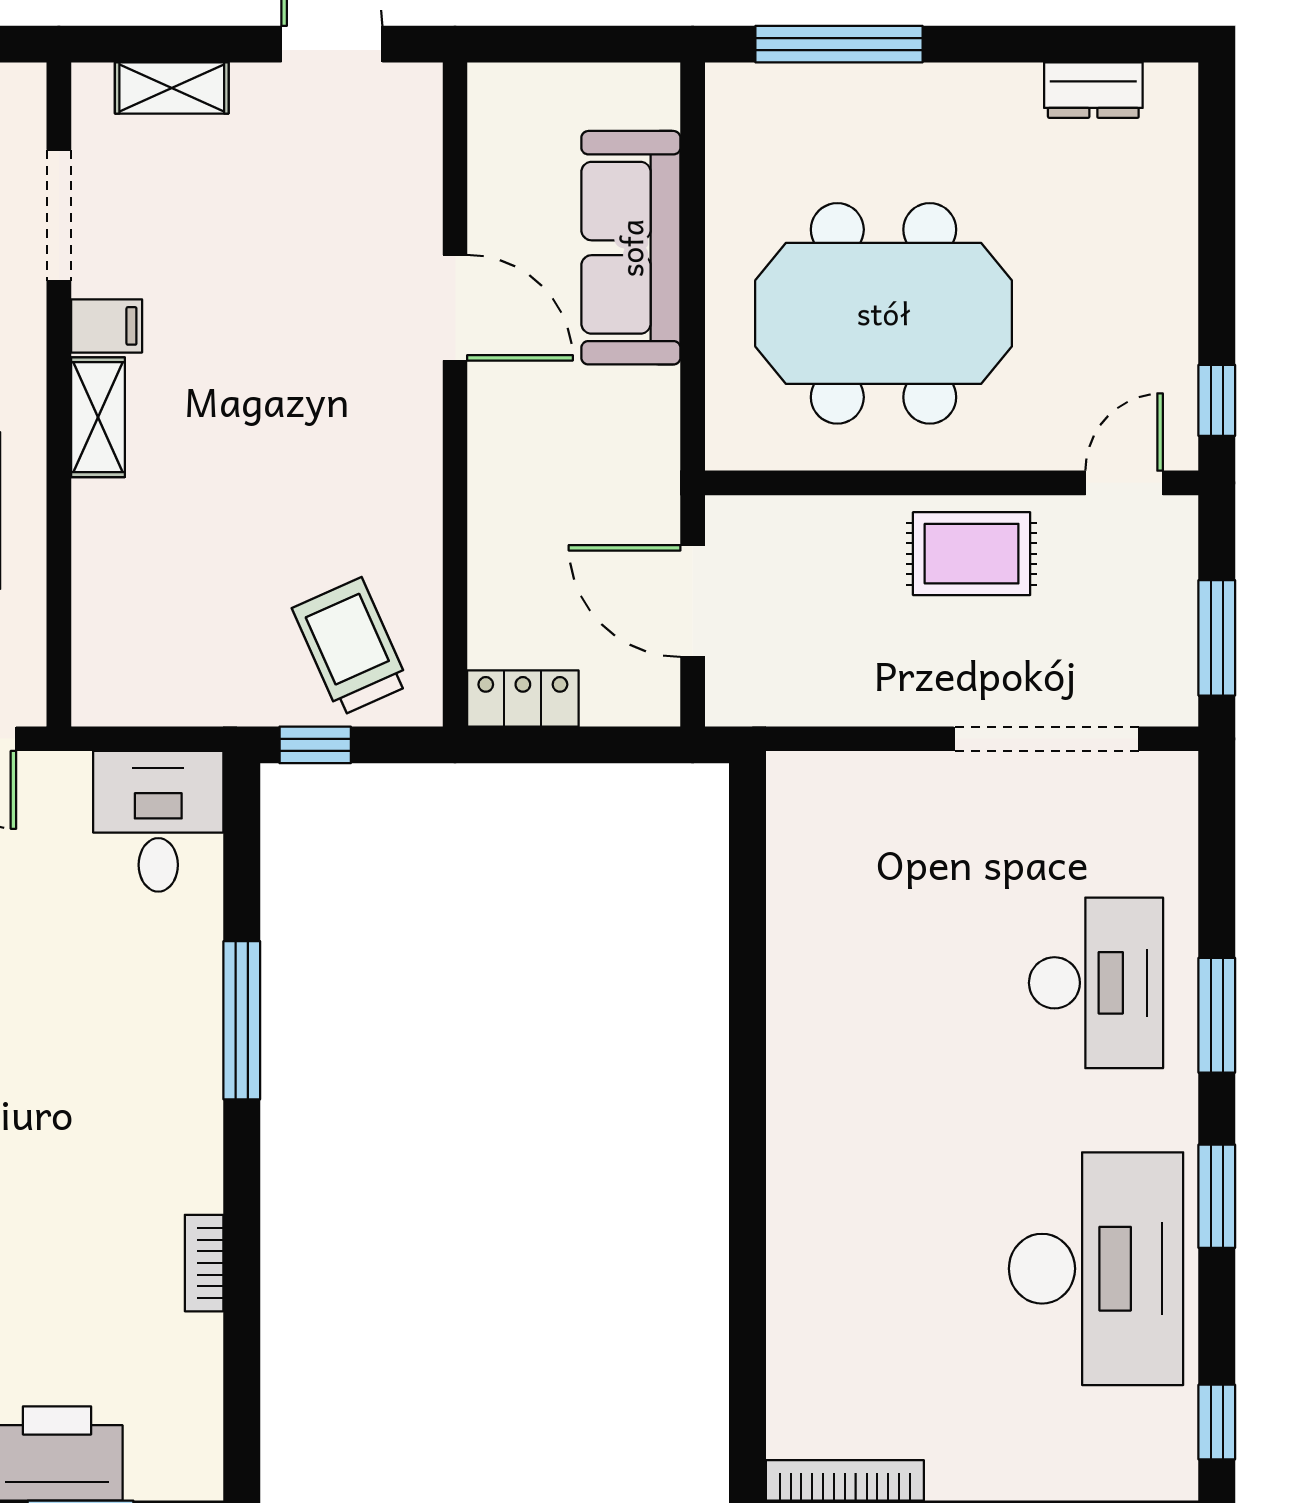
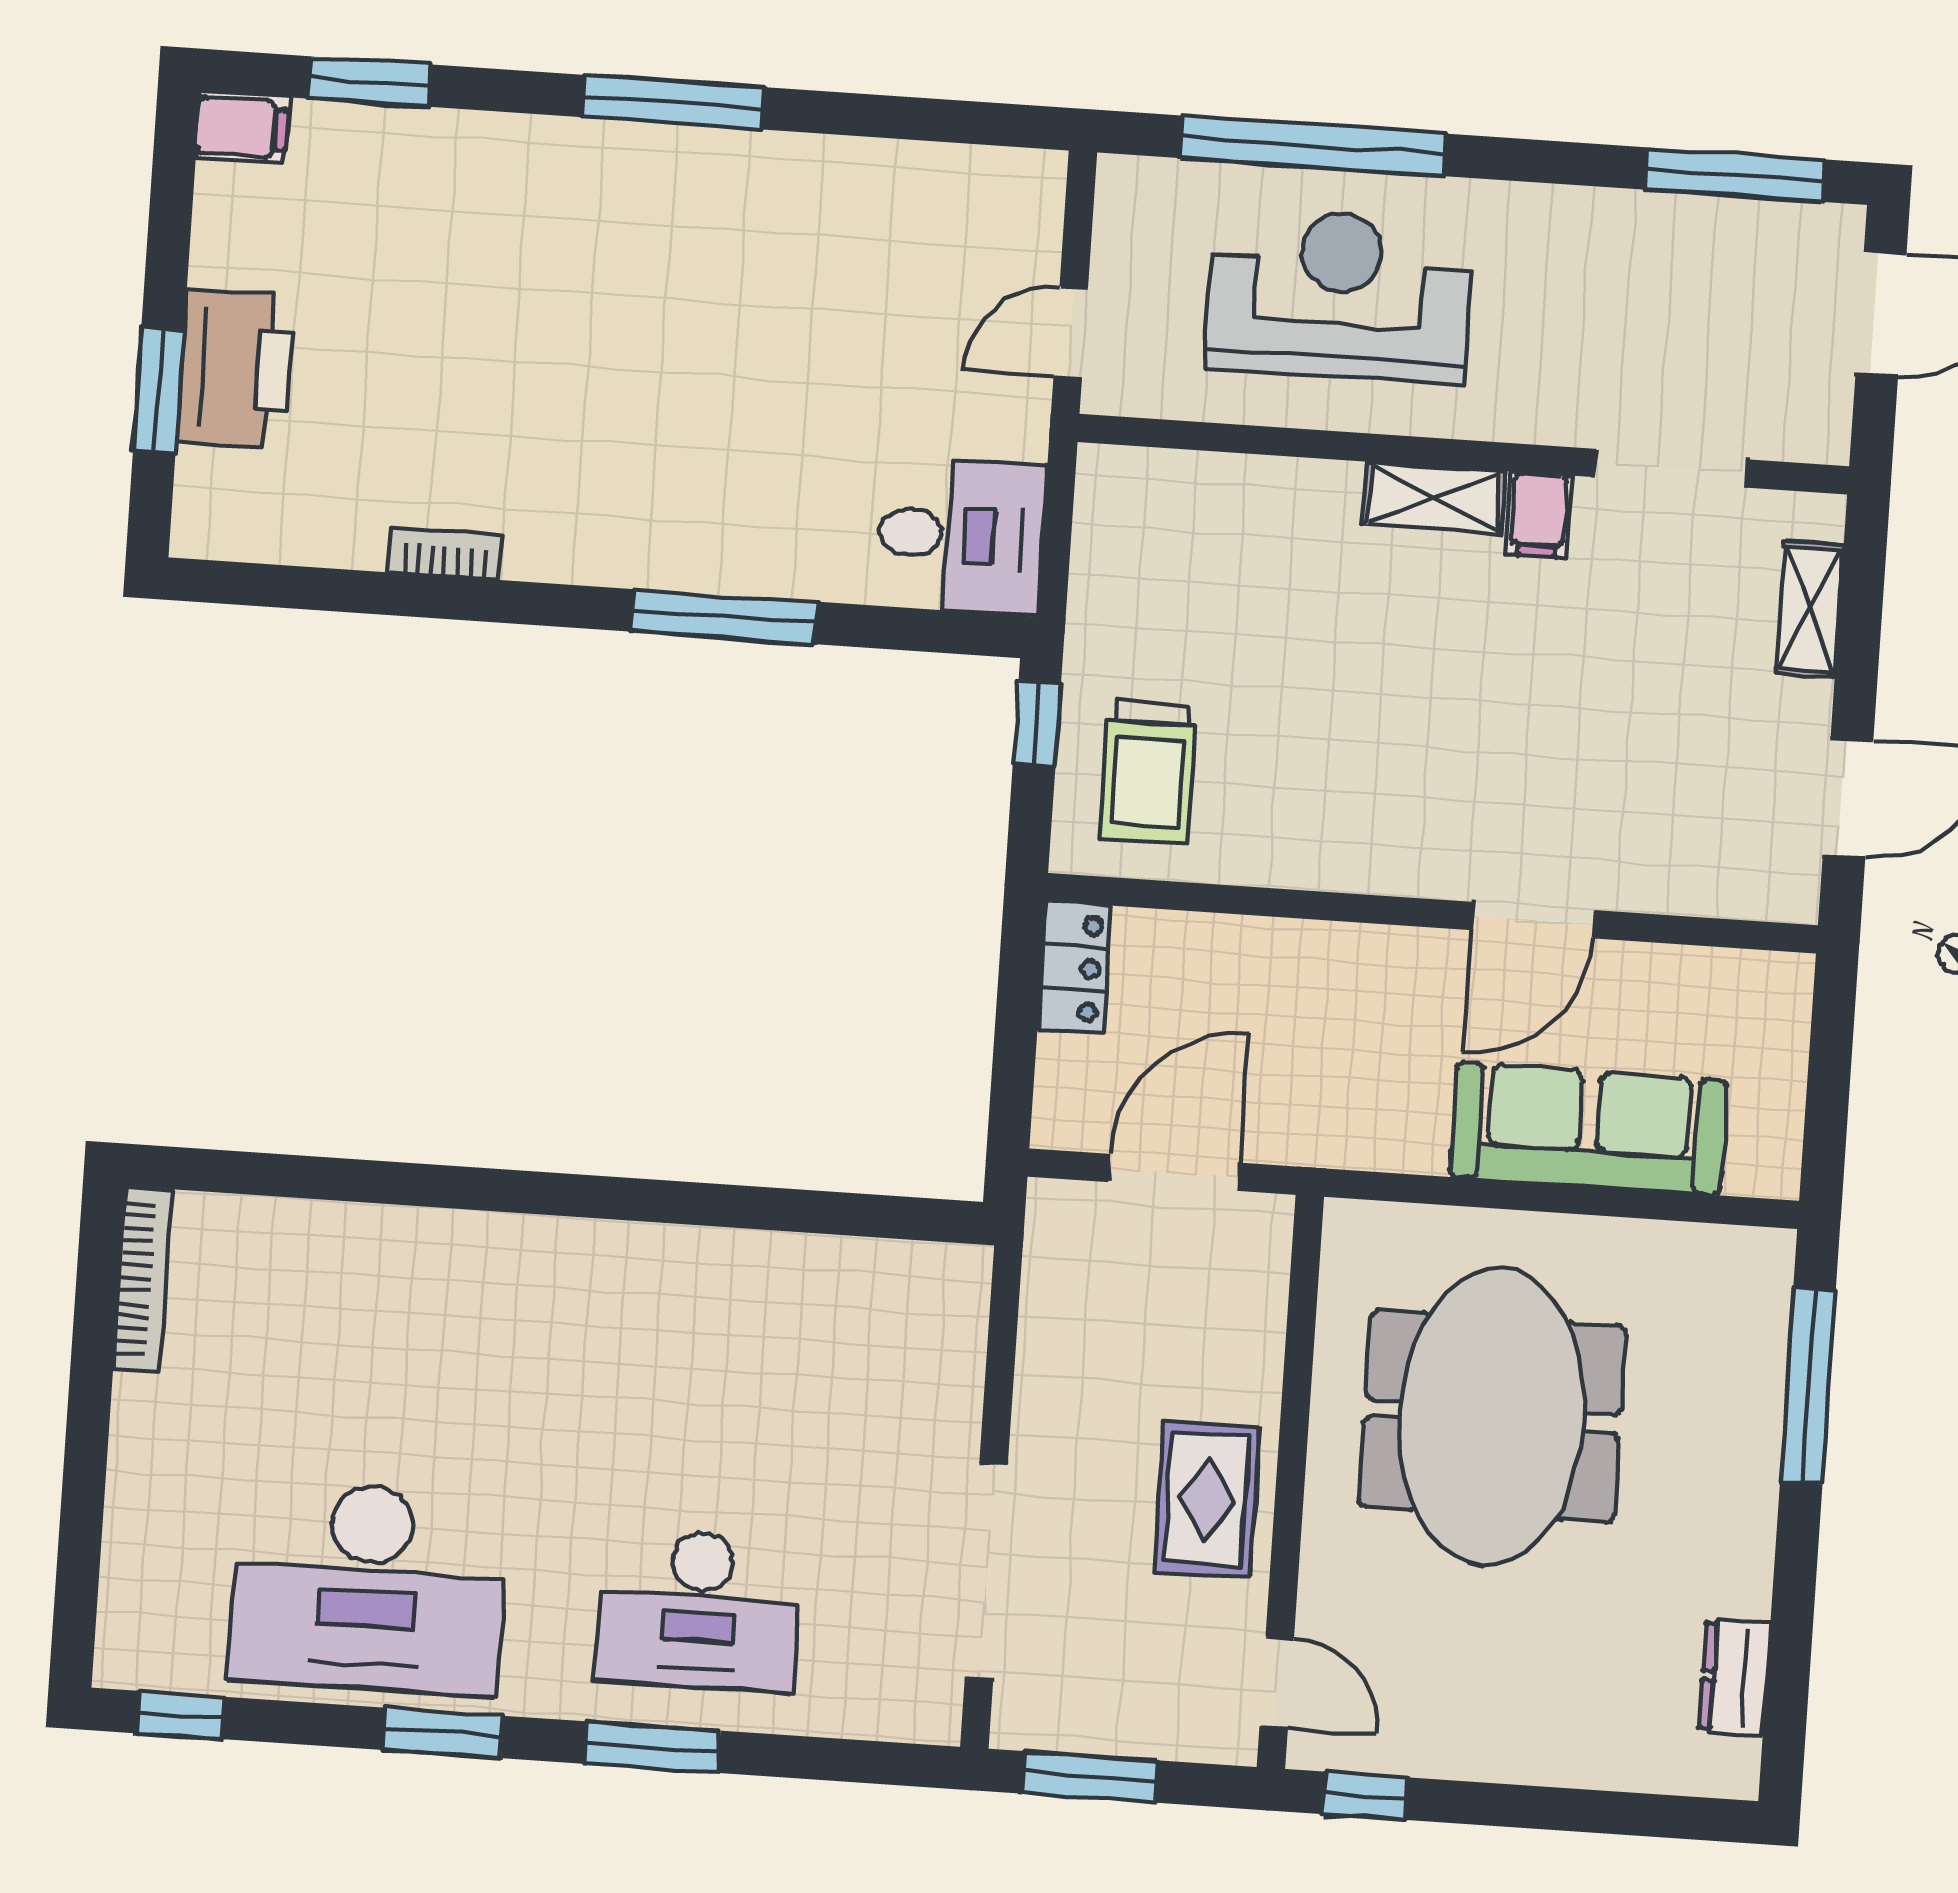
trolley: (351, 647) -> (1148, 772), turned 114

